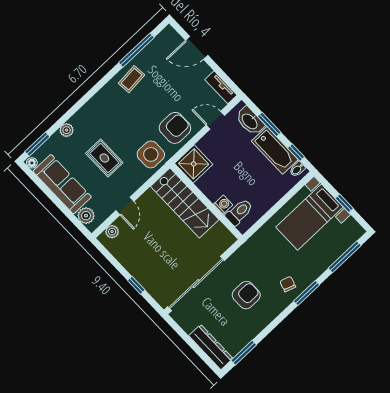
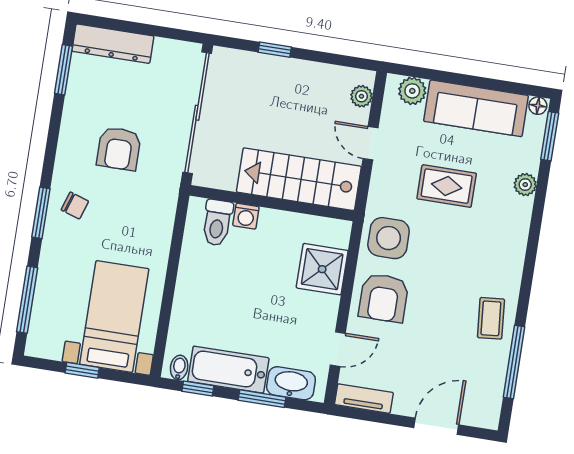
wall: (206, 201) -> (272, 203), moved
stairs: (185, 203) -> (299, 179), moved
washing machine: (223, 205) -> (246, 216), moved
toilet: (239, 212) -> (217, 223), moved

